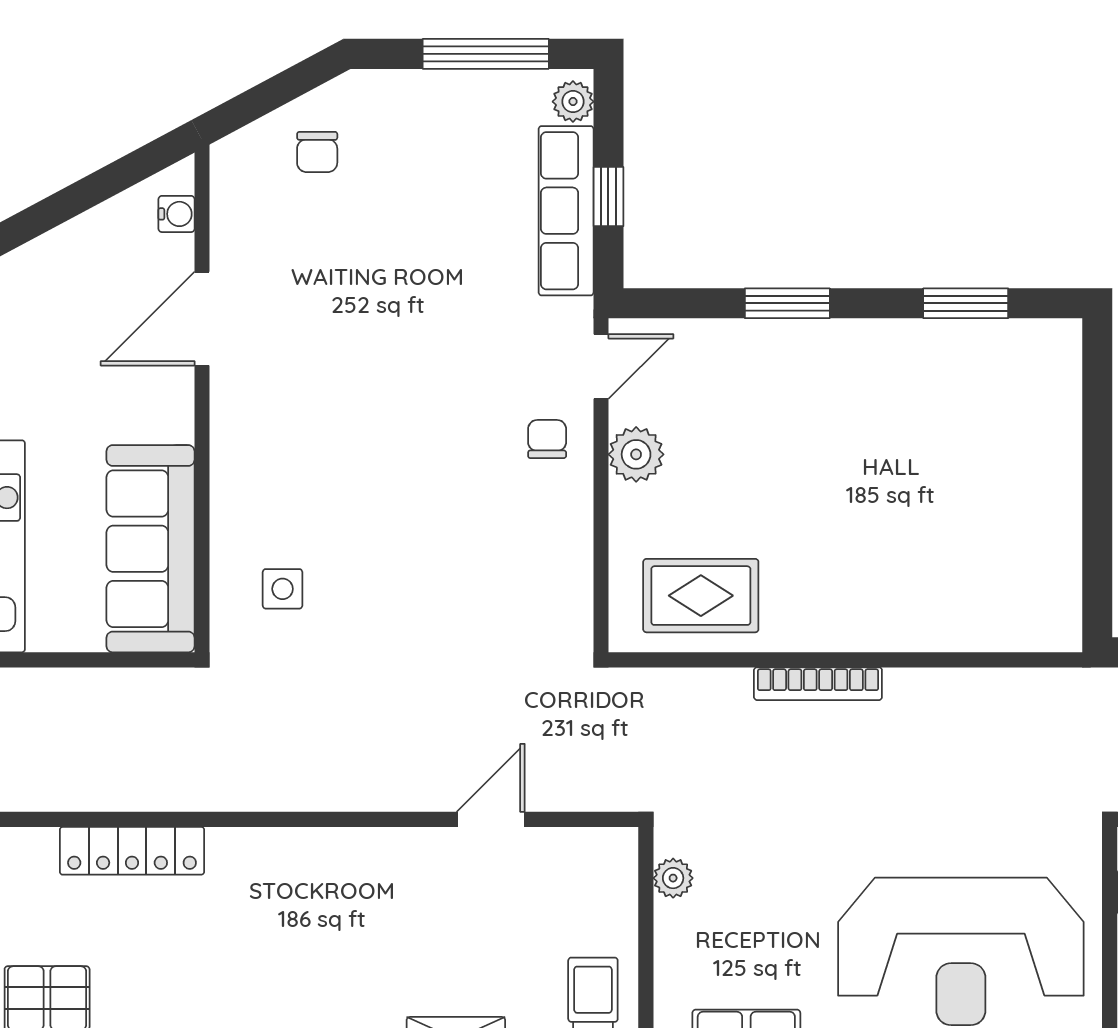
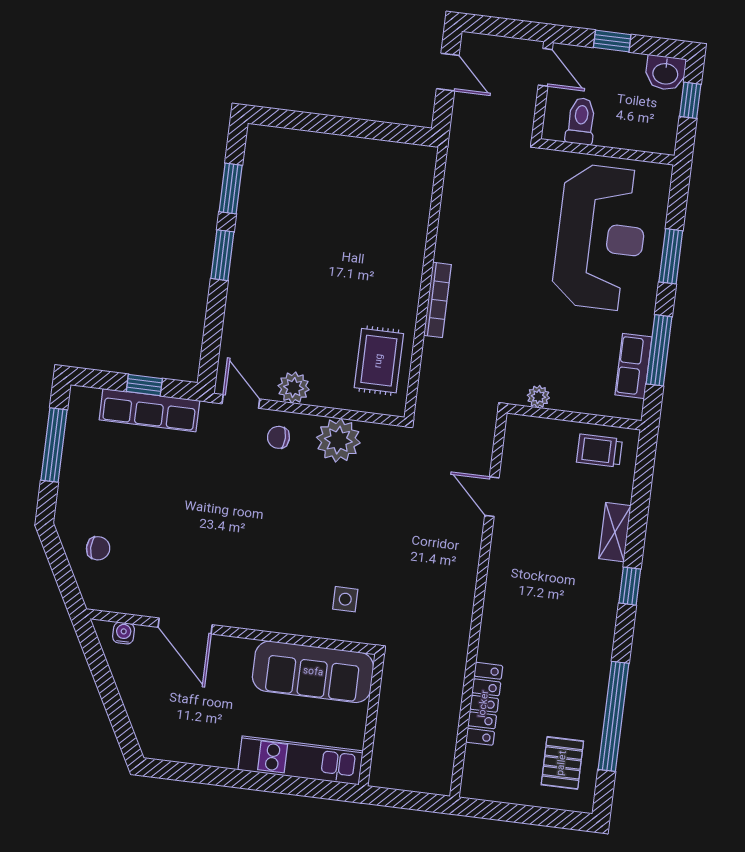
plant: (573, 102) -> (338, 440), moved, width x1.88, depth x1.88
window: (787, 303) -> (222, 255), moved

